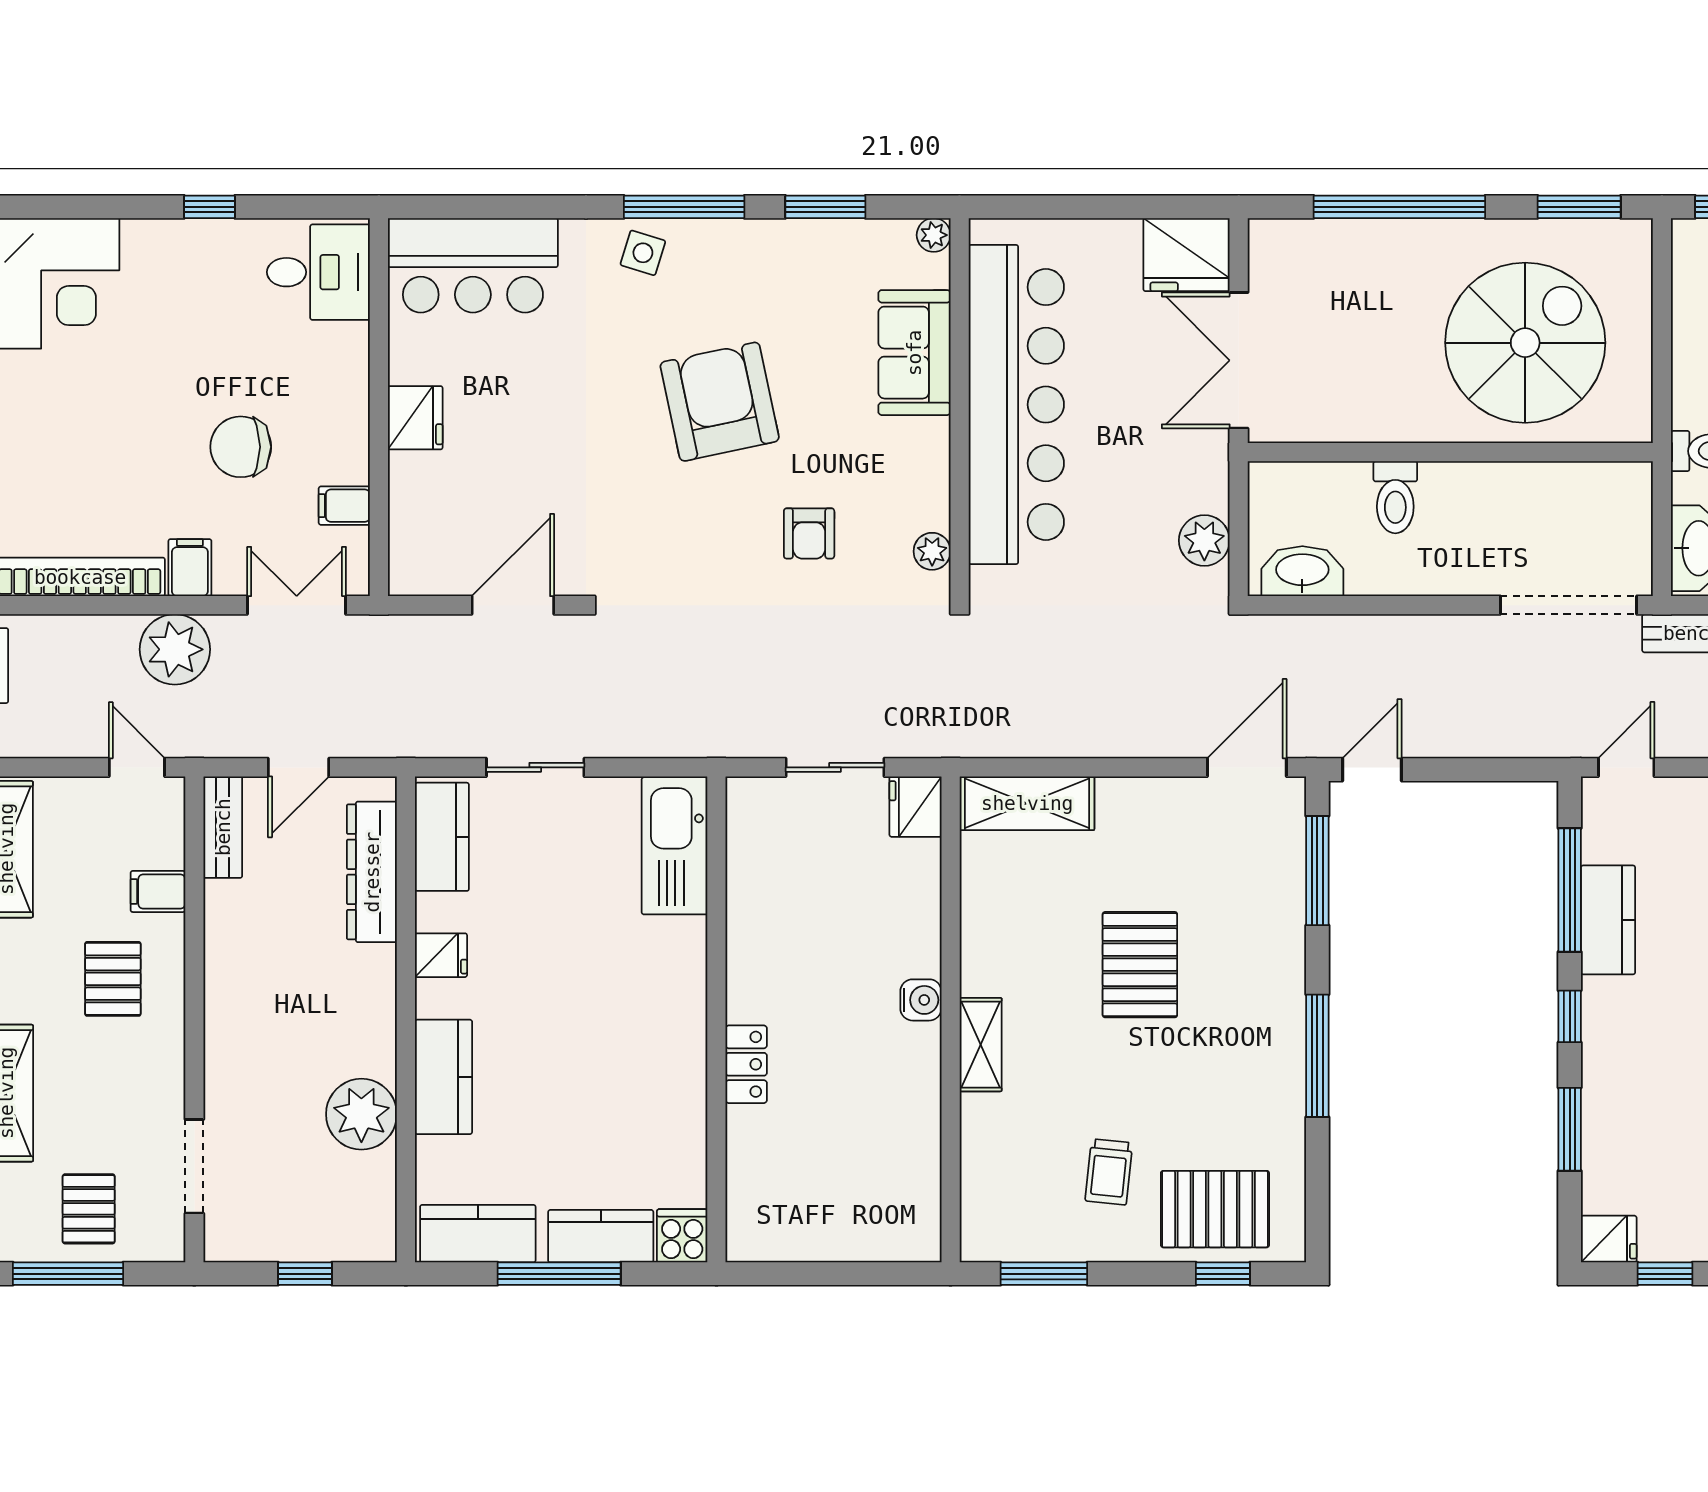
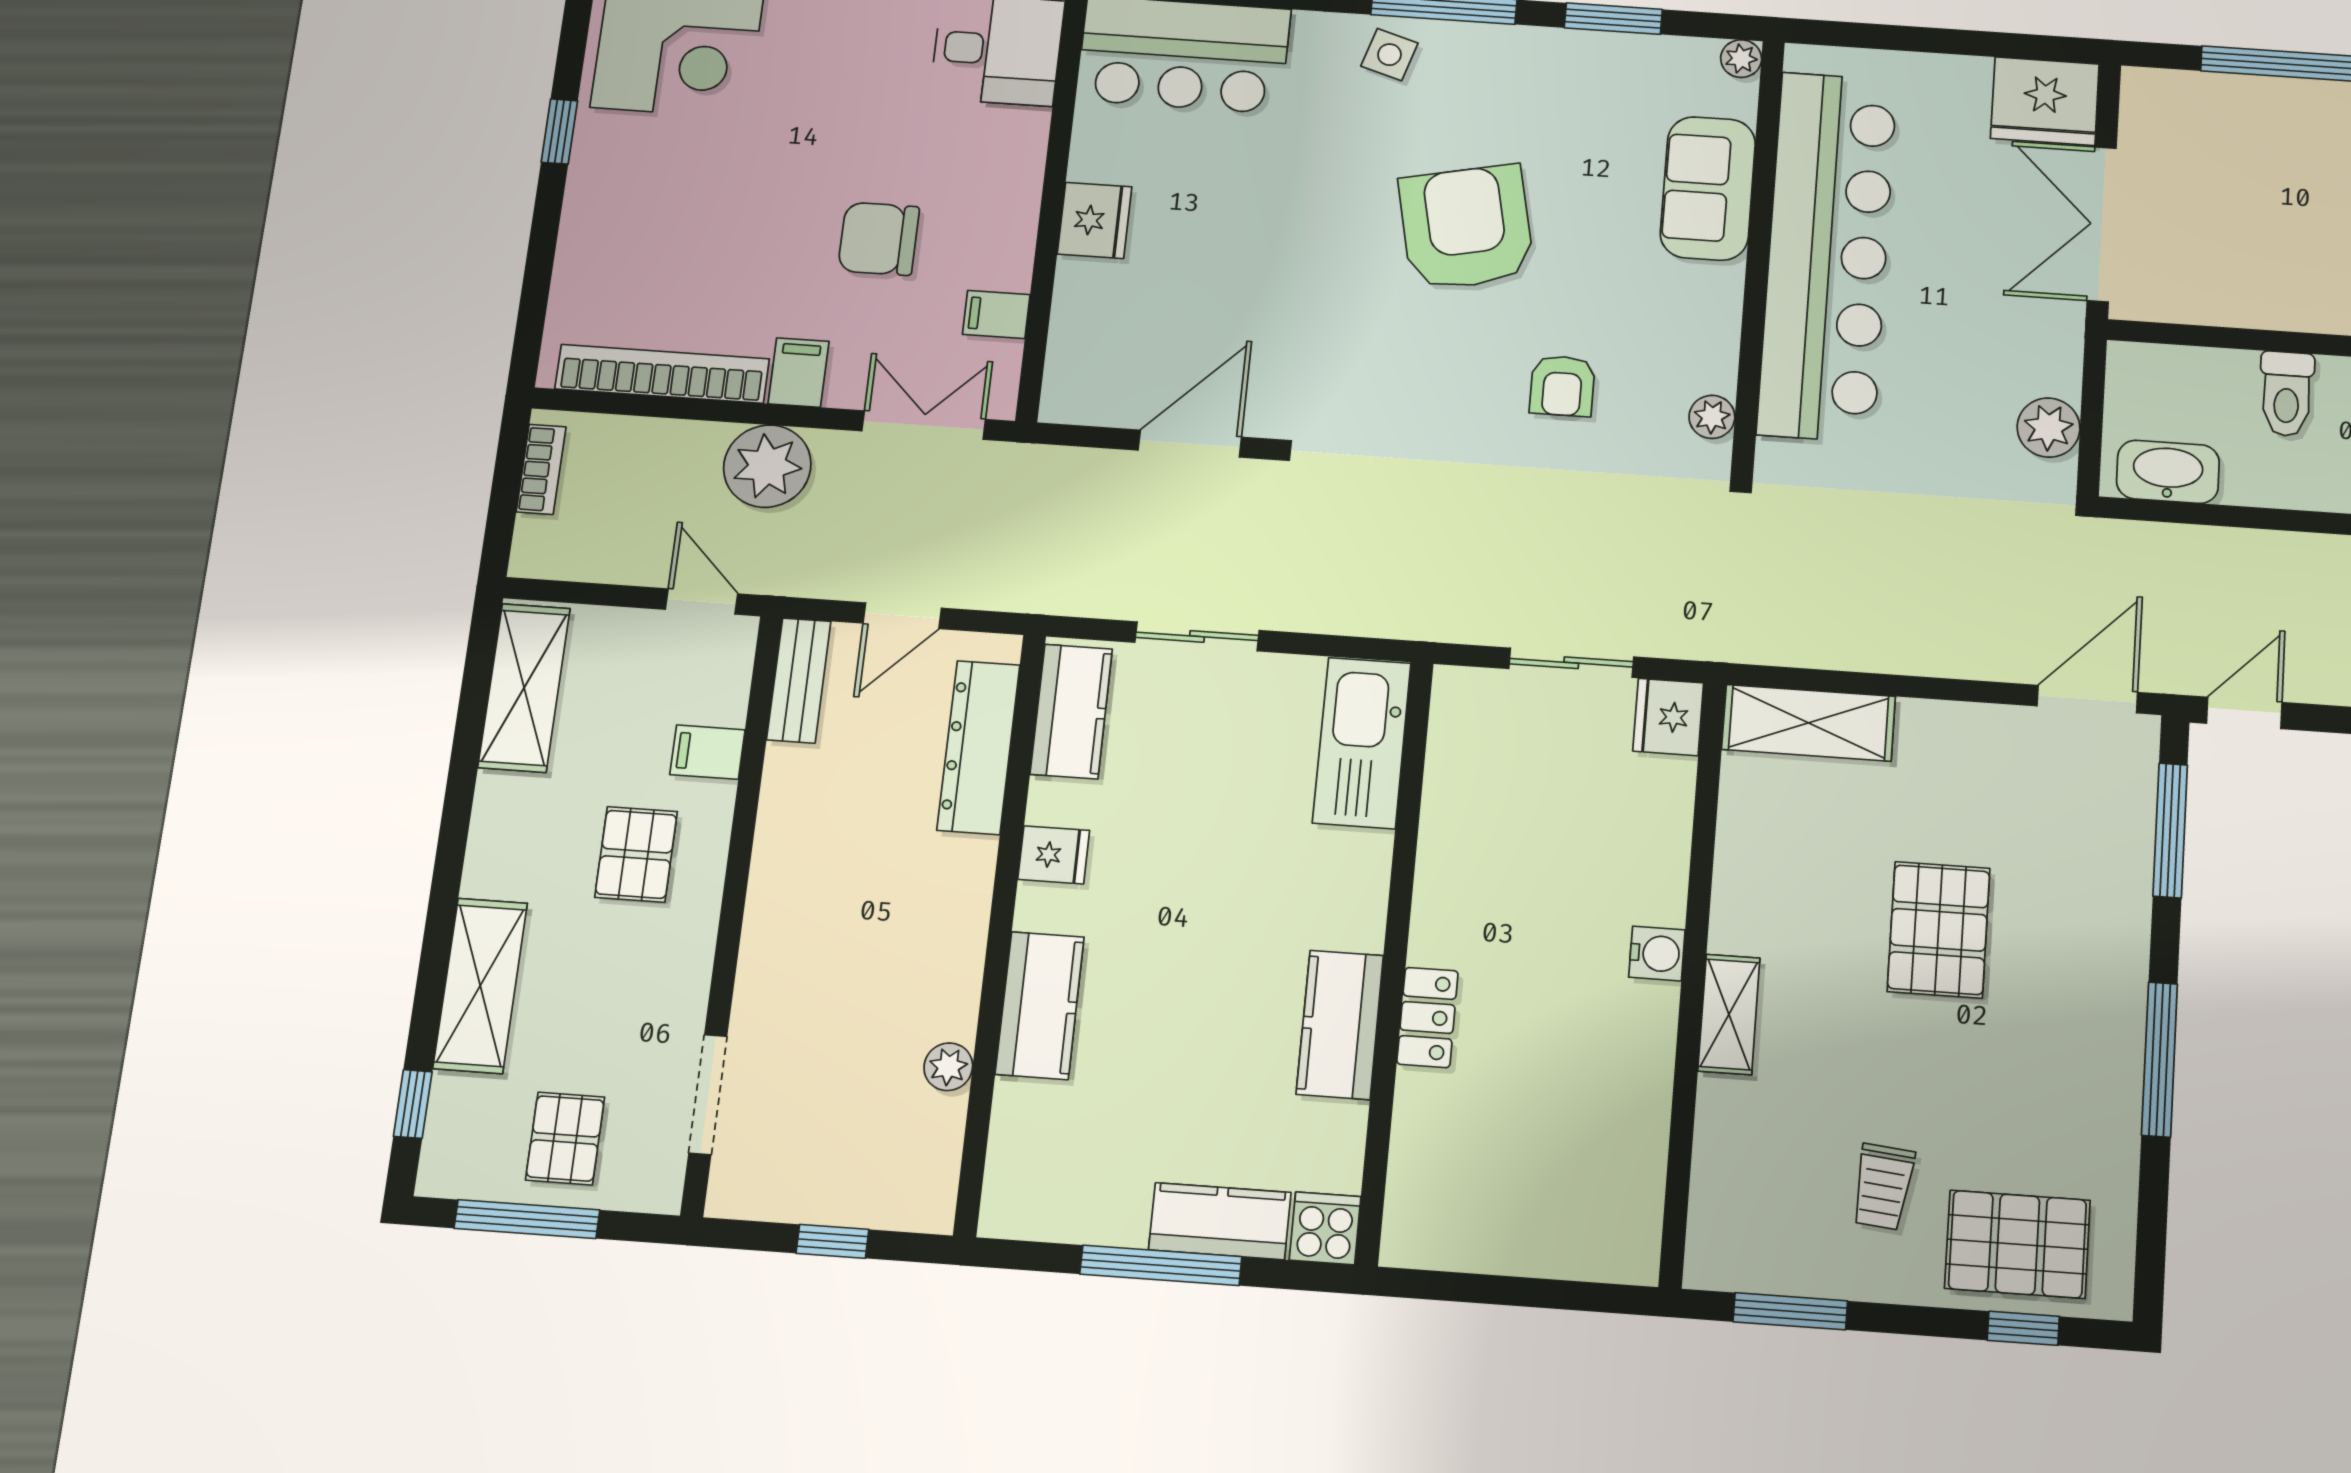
plant: (361, 1114) -> (948, 1067), width x0.53, depth x0.53
kitchen counter: (478, 1234) -> (1340, 1025), moved, turned -90

